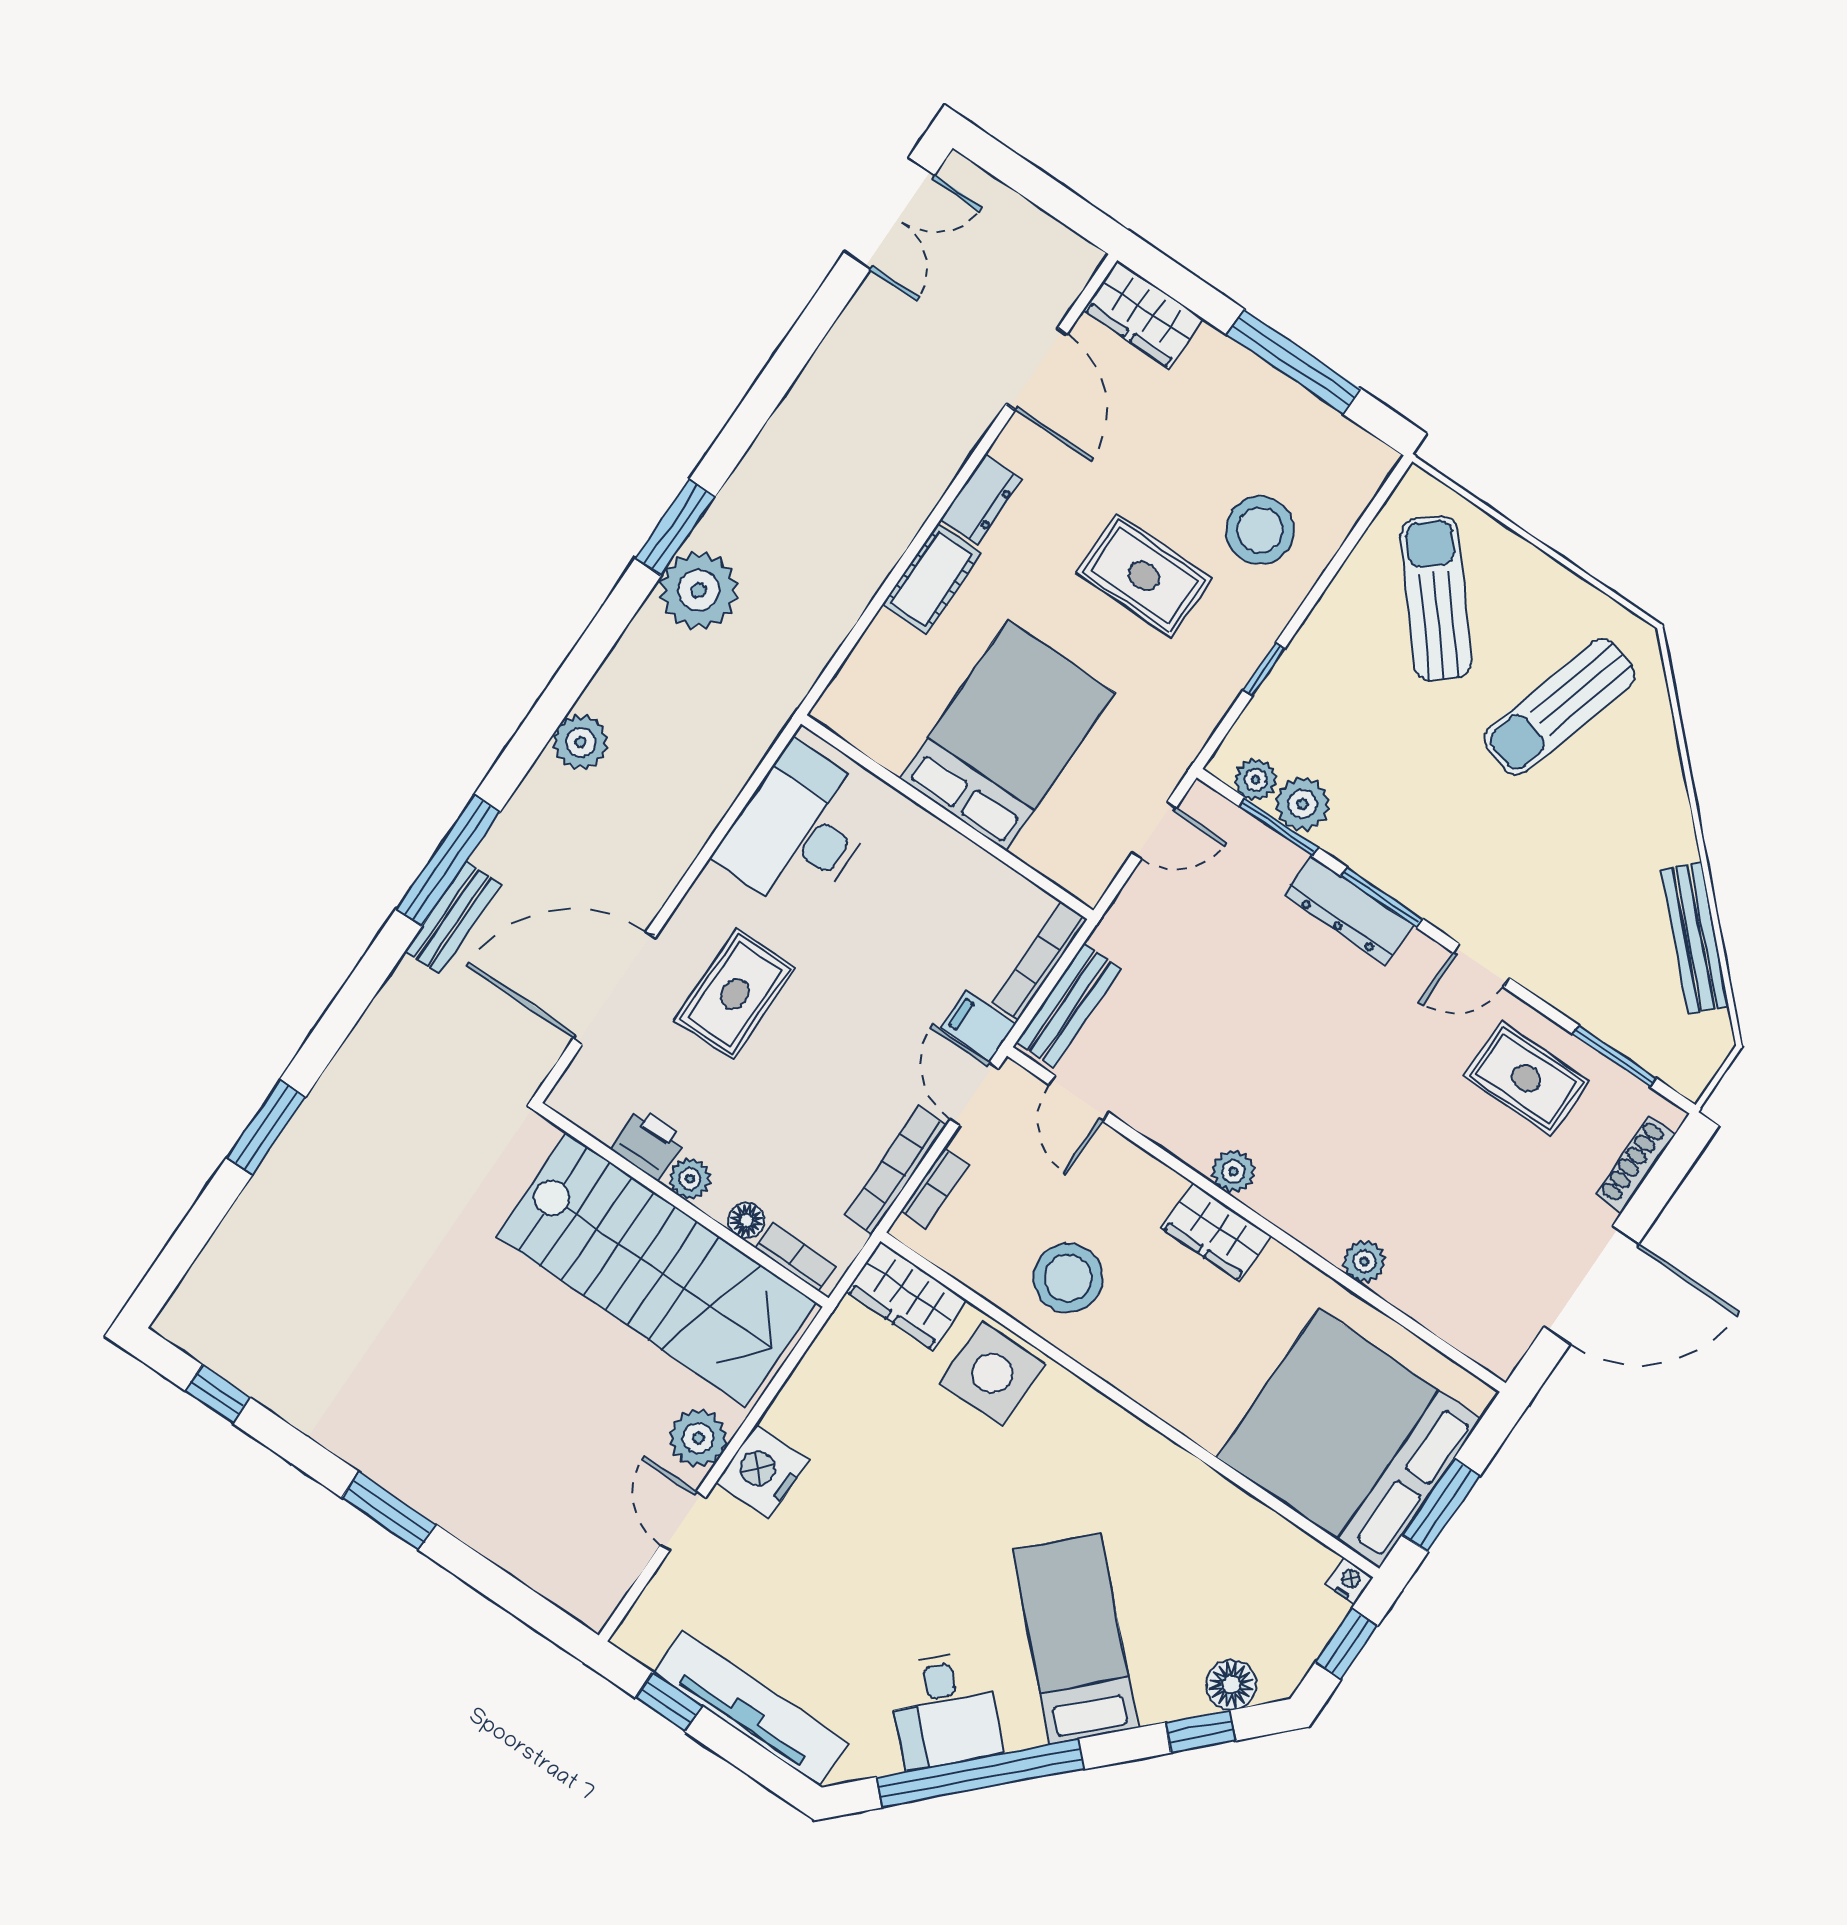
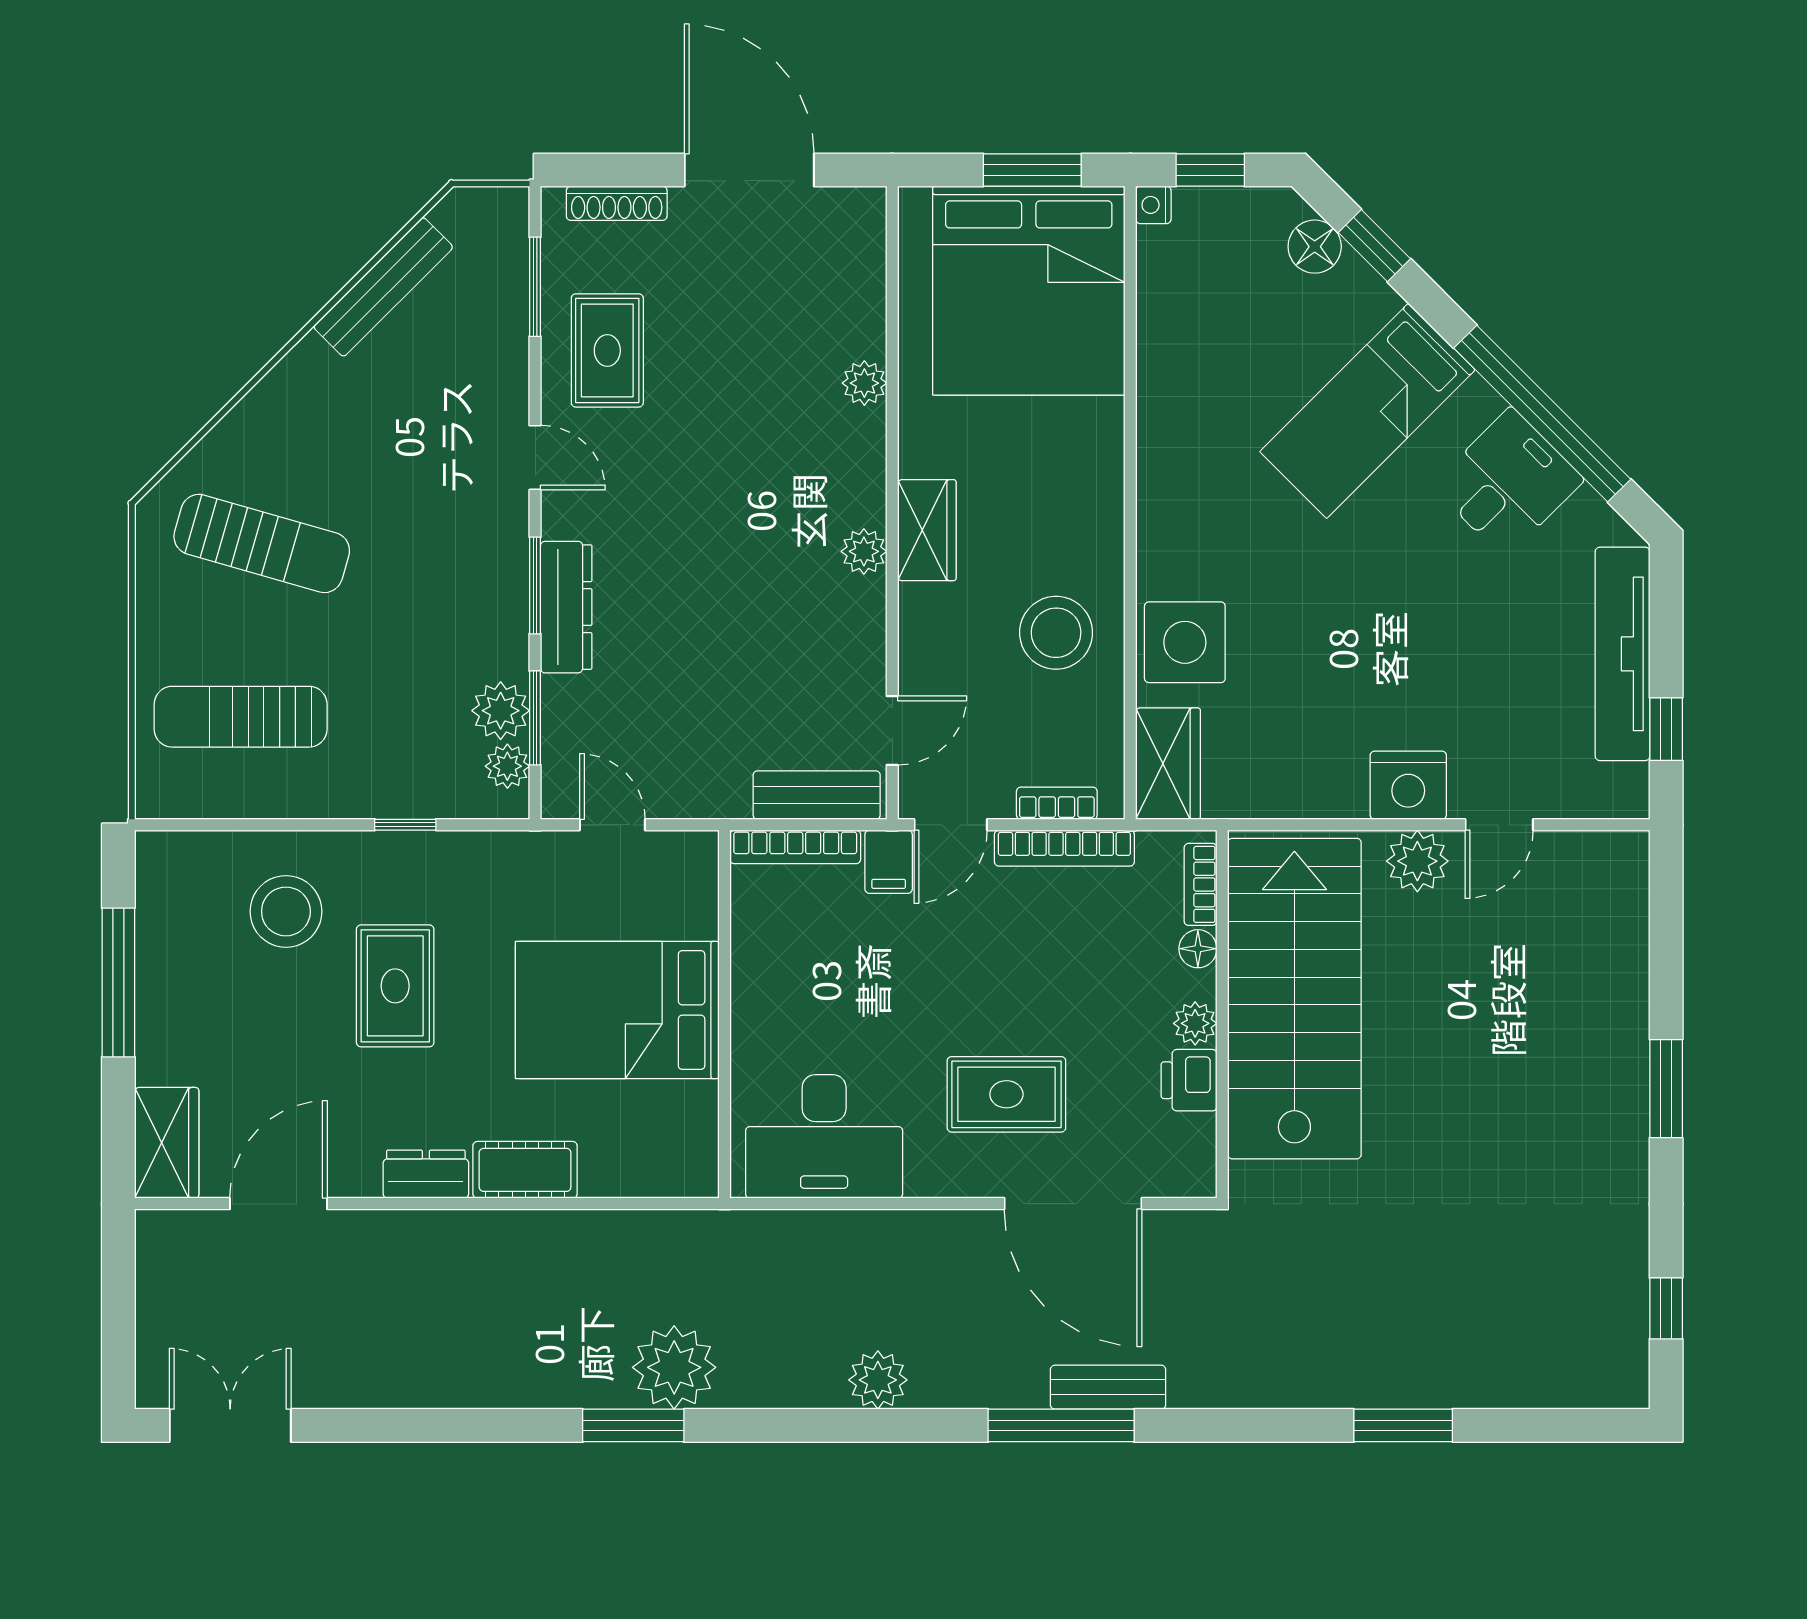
sun lounger: (1436, 598) -> (241, 717), turned 40

